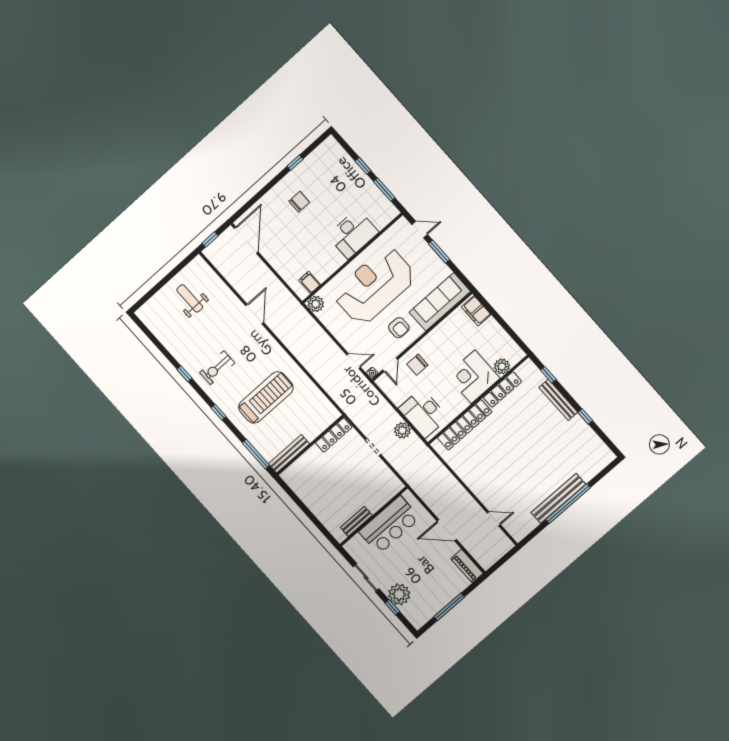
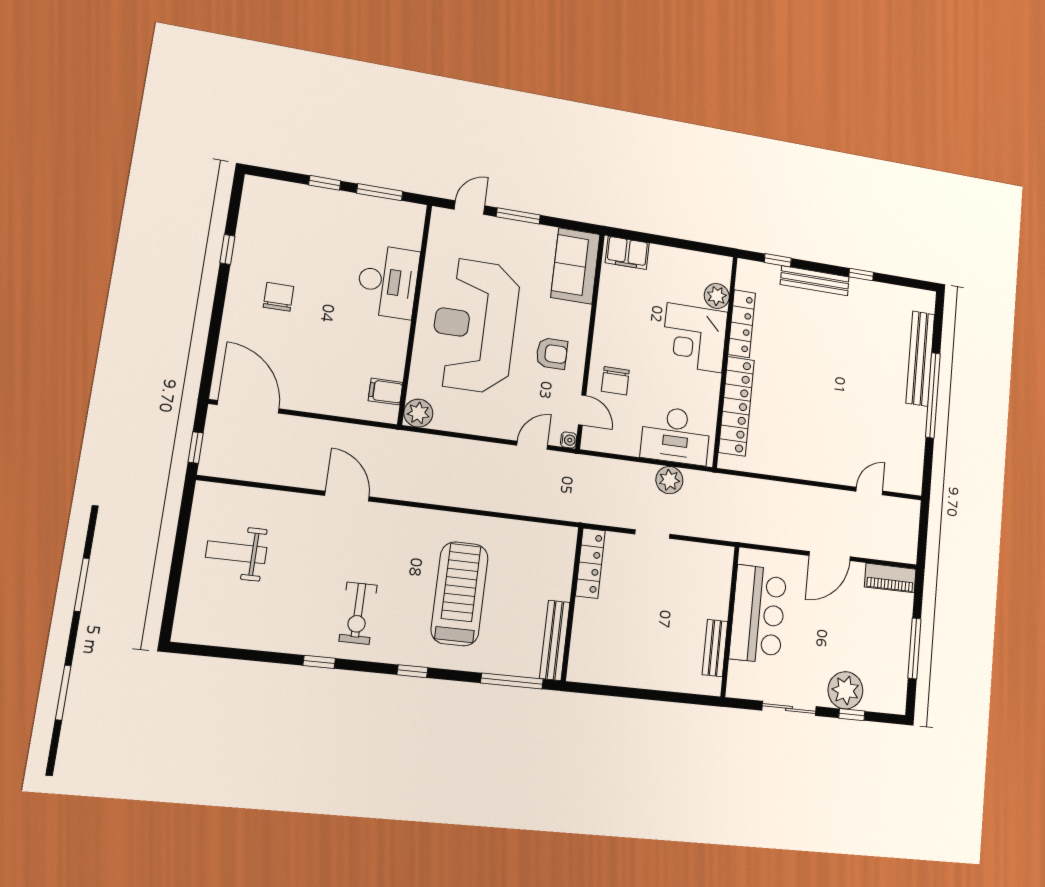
sofa: (440, 302) -> (575, 266), width x0.73
bench: (558, 498) -> (920, 359), moved

